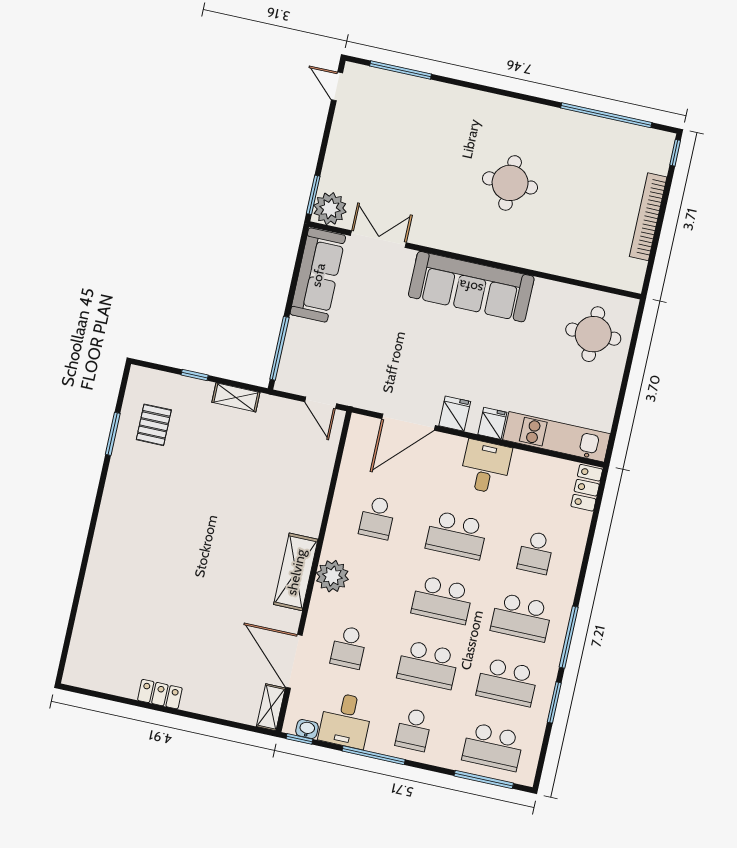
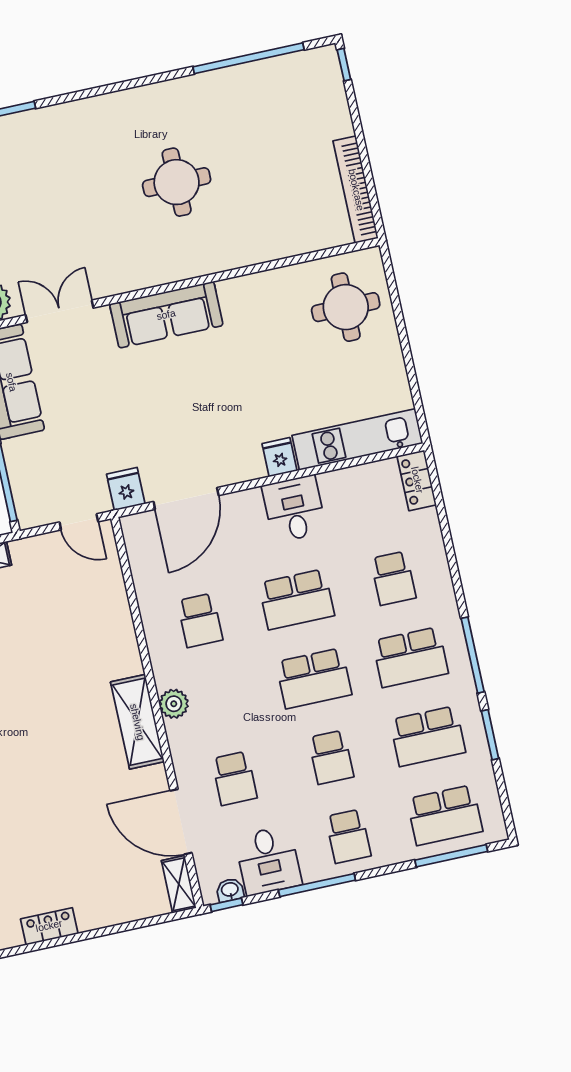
bookcase: (648, 217) -> (356, 190), moved
sofa: (471, 287) -> (166, 315), width x0.74, depth x0.79
fridge: (455, 414) -> (126, 489), moved
plant: (332, 576) -> (174, 704), width x0.73, depth x0.73
school desk: (428, 665) -> (331, 757), width x0.54

